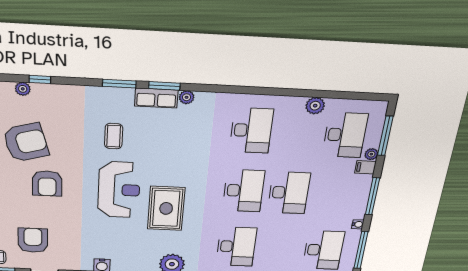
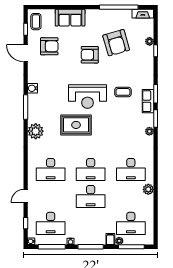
row of seats: (156, 98) -> (148, 101), moved
plant: (315, 106) -> (148, 189), moved

